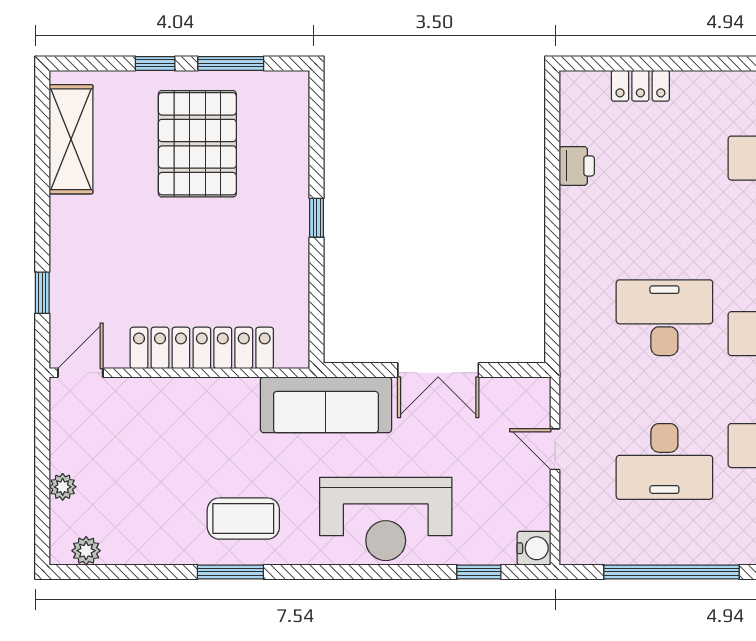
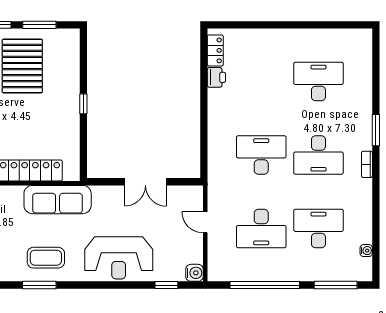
locker: (640, 86) -> (215, 50), moved, turned -90
sofa: (326, 405) -> (58, 200), moved

